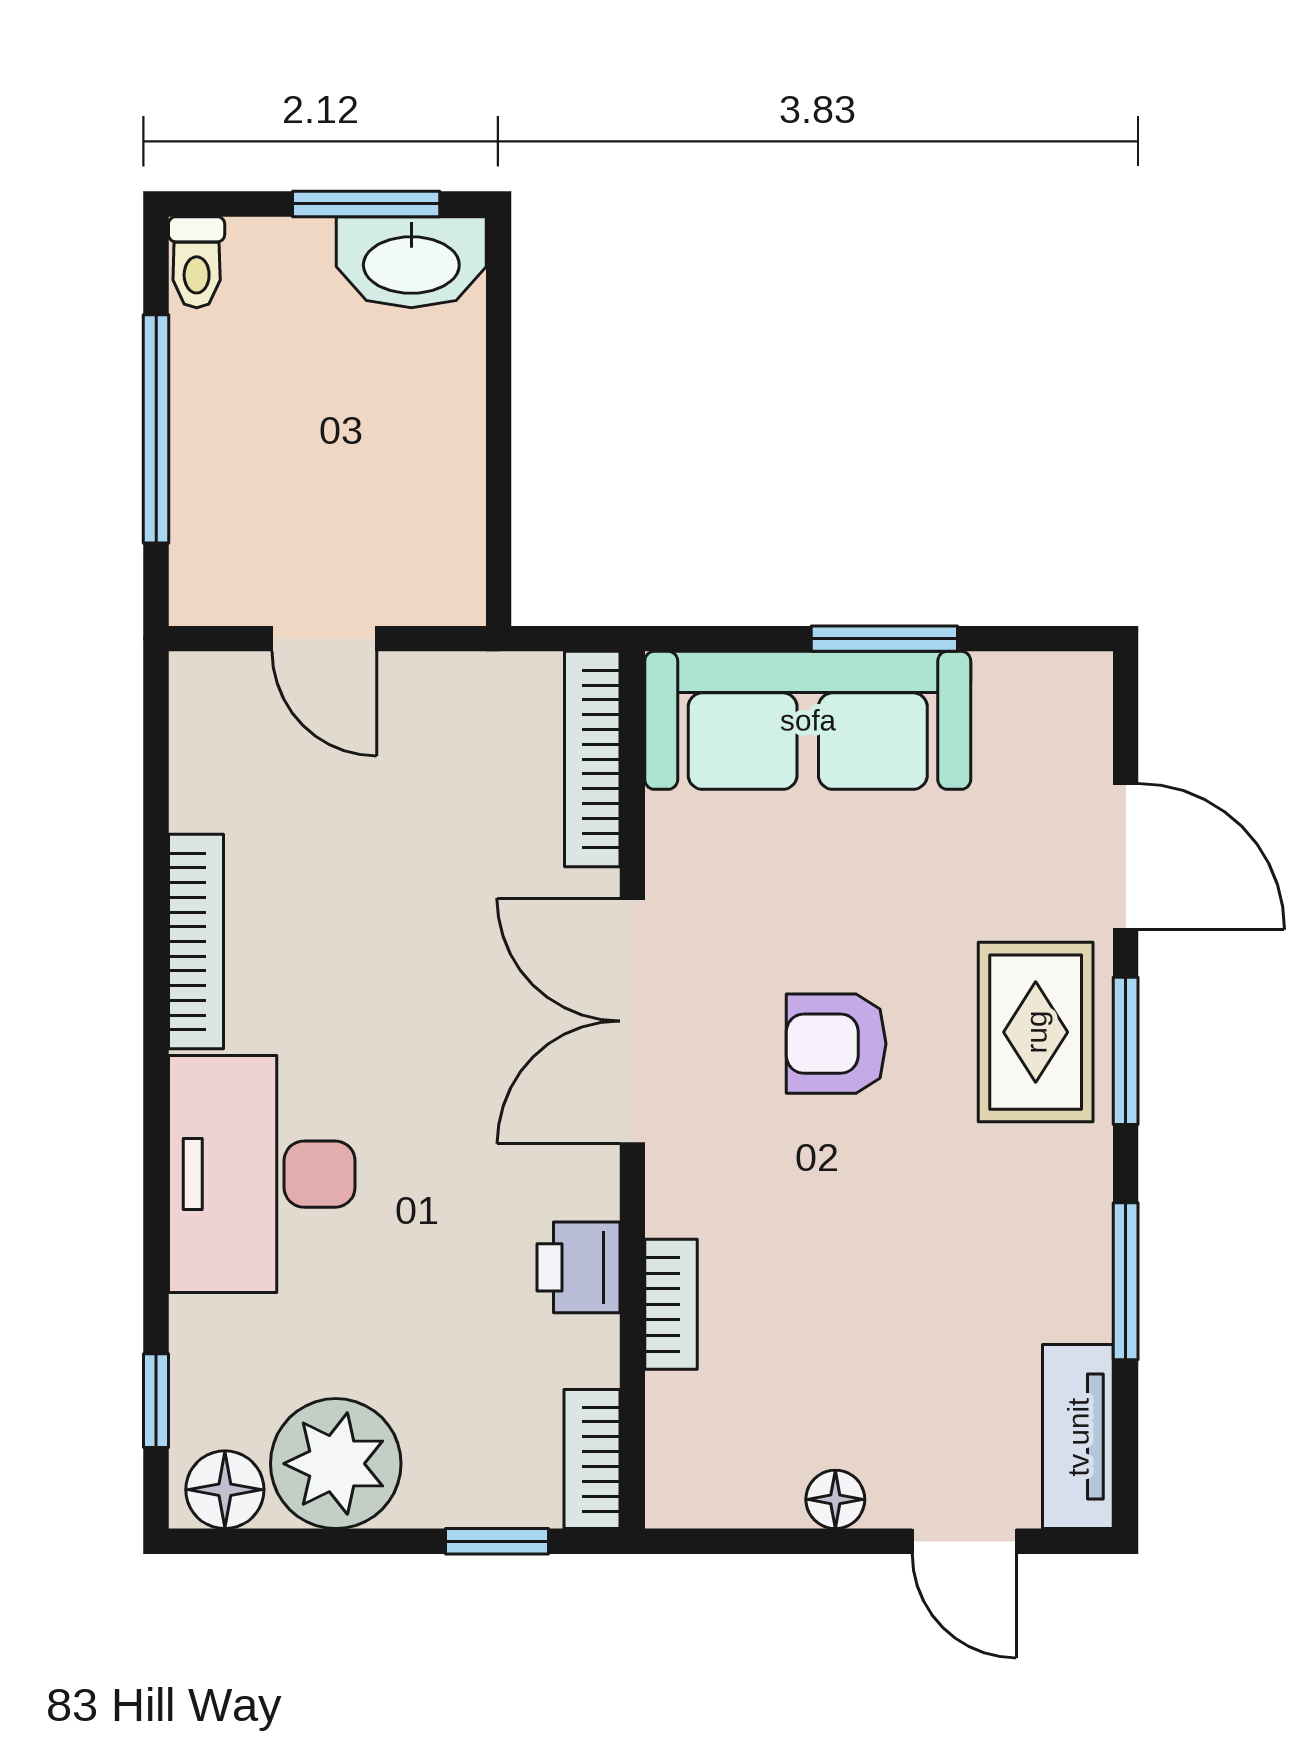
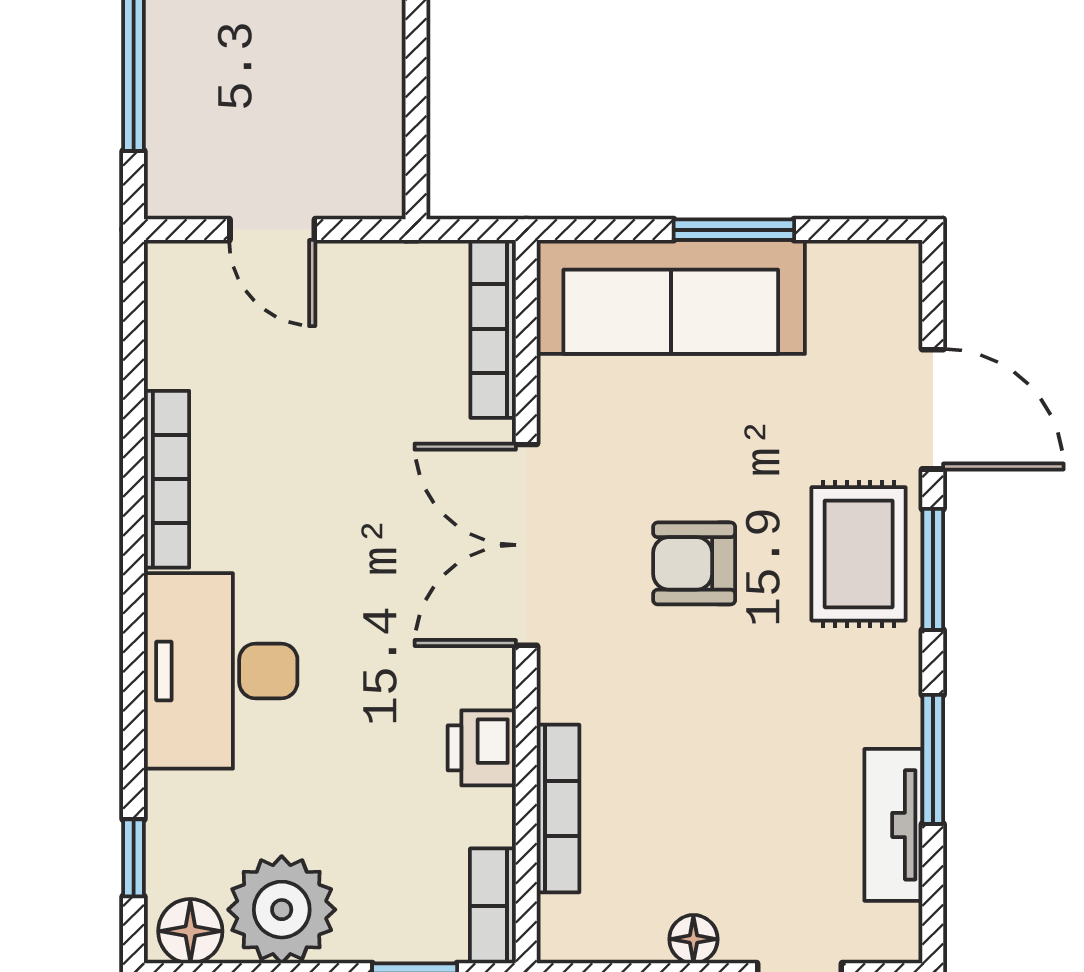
bookcase: (671, 1304) -> (558, 808), width x1.56
tv unit: (1078, 1437) -> (893, 825), moved

